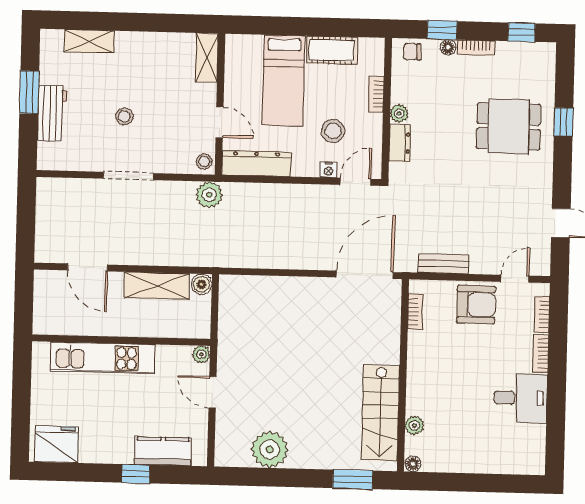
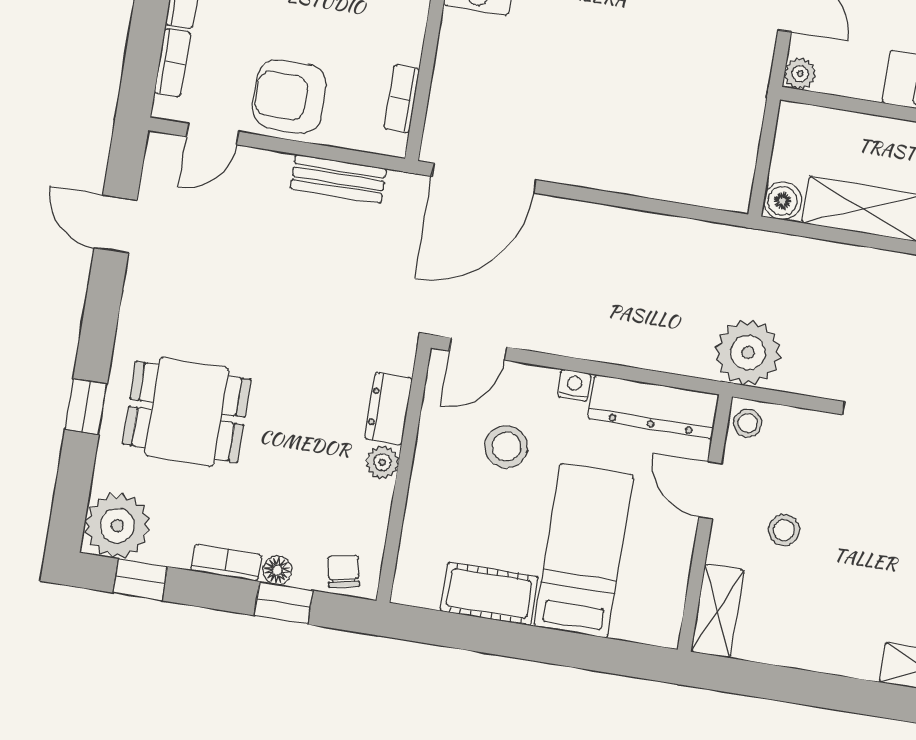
chair: (412, 52) -> (344, 571), turned -101
plant: (538, 60) -> (117, 525), added
bookcase: (376, 94) -> (419, 503), removed
stool: (124, 116) -> (784, 530), moved
nightstand: (329, 170) -> (574, 385), moved
plant: (209, 195) -> (748, 353), width x1.36, depth x1.36

